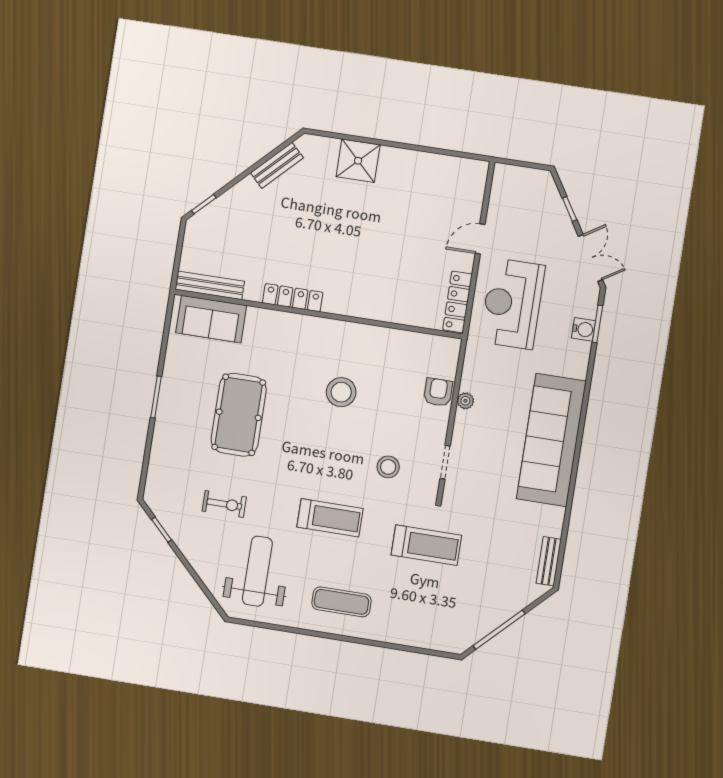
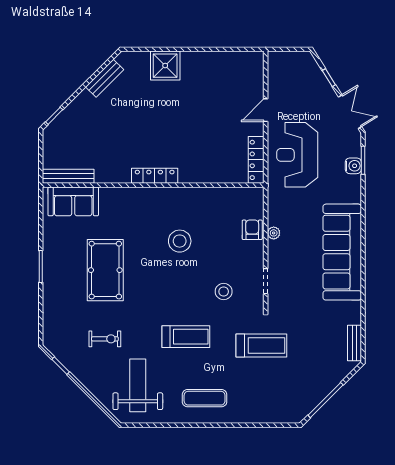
locker: (293, 298) -> (155, 176), moved

